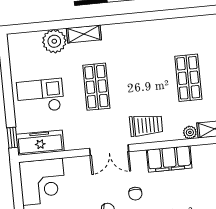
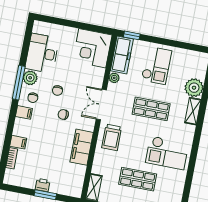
checkout: (145, 51) -> (167, 153), added
plant: (190, 132) -> (114, 78), moved

